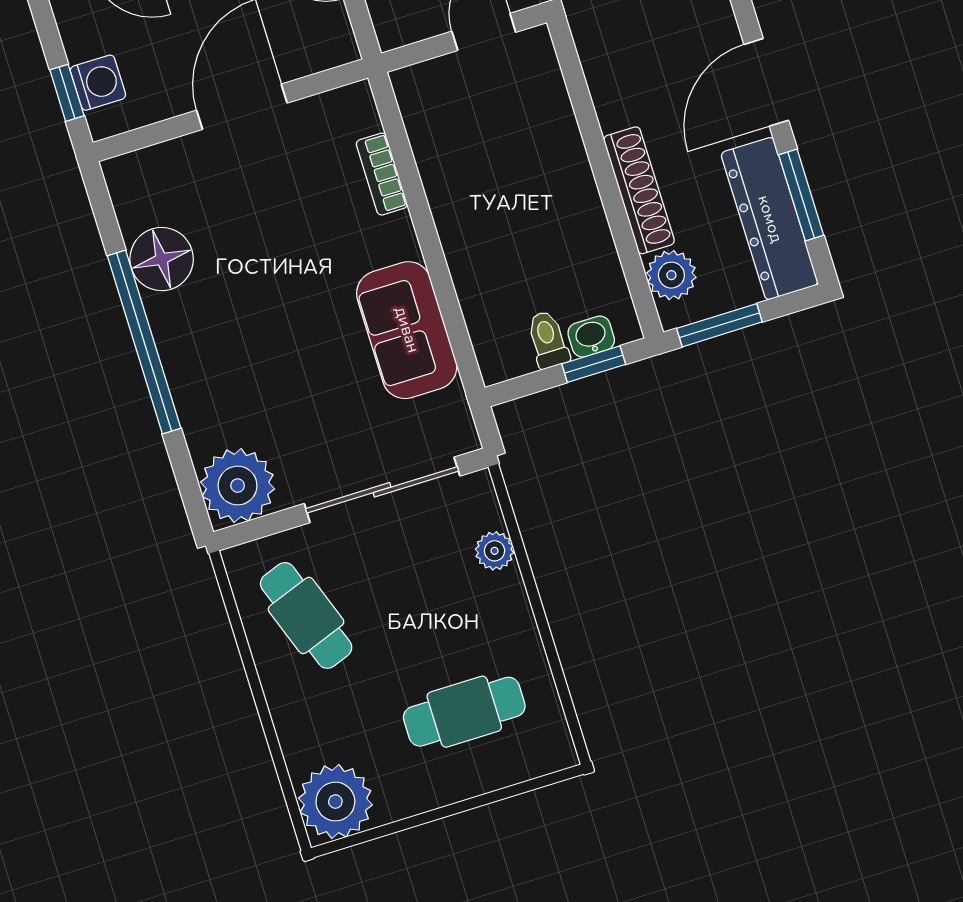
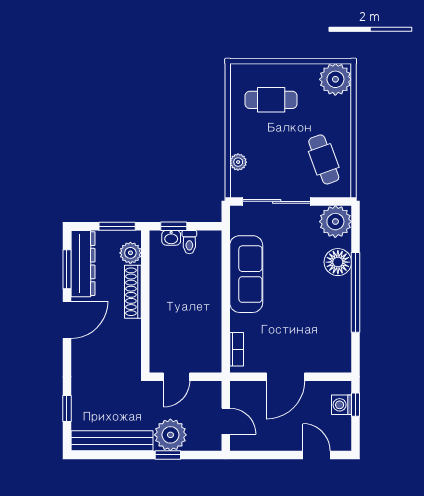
bookcase: (382, 174) -> (237, 349), moved
floor lamp: (162, 259) -> (338, 262), moved
sofa: (407, 330) -> (246, 274), width x1.36

